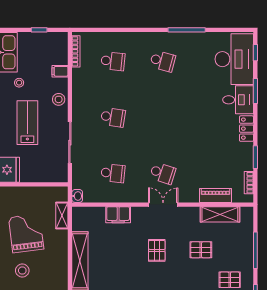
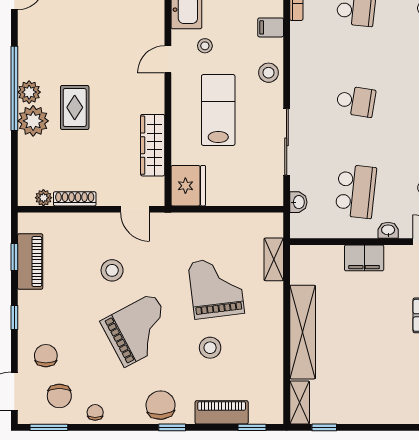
school desk: (113, 173) -> (356, 191), width x1.85
washbasin: (77, 196) -> (298, 202), moved
washbasin: (133, 197) -> (388, 230), added

